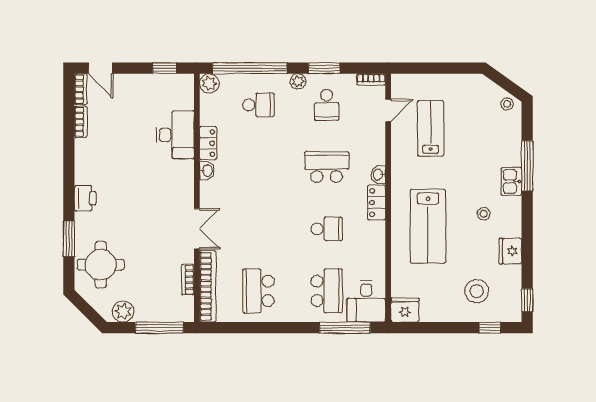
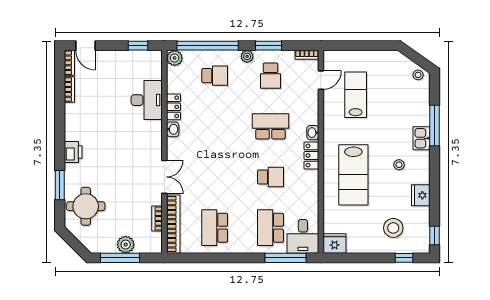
school desk: (327, 291) -> (271, 228), turned 180
plant: (123, 311) -> (126, 245), moved
window: (159, 328) -> (120, 258), moved

